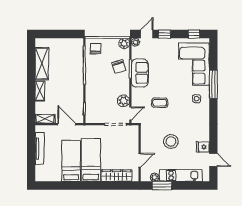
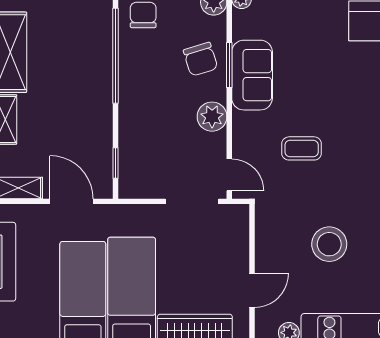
plant: (123, 101) -> (212, 117), moved
door: (130, 113) -> (229, 175), hinge flipped

